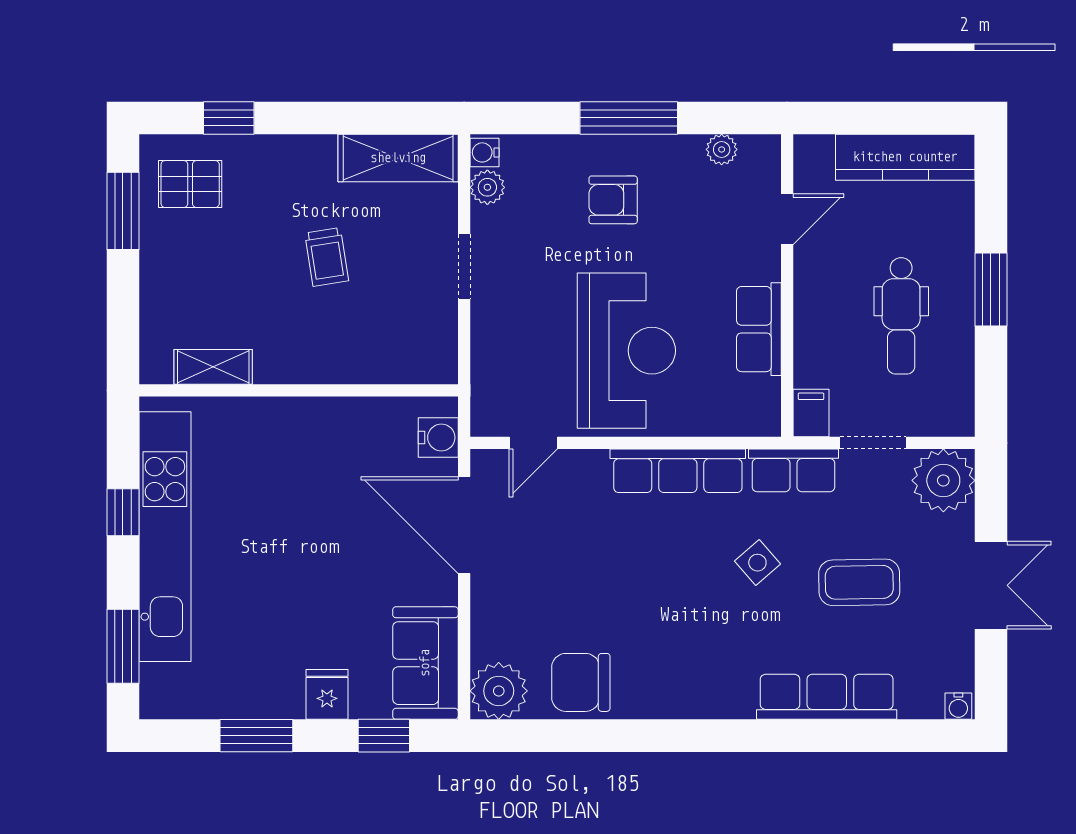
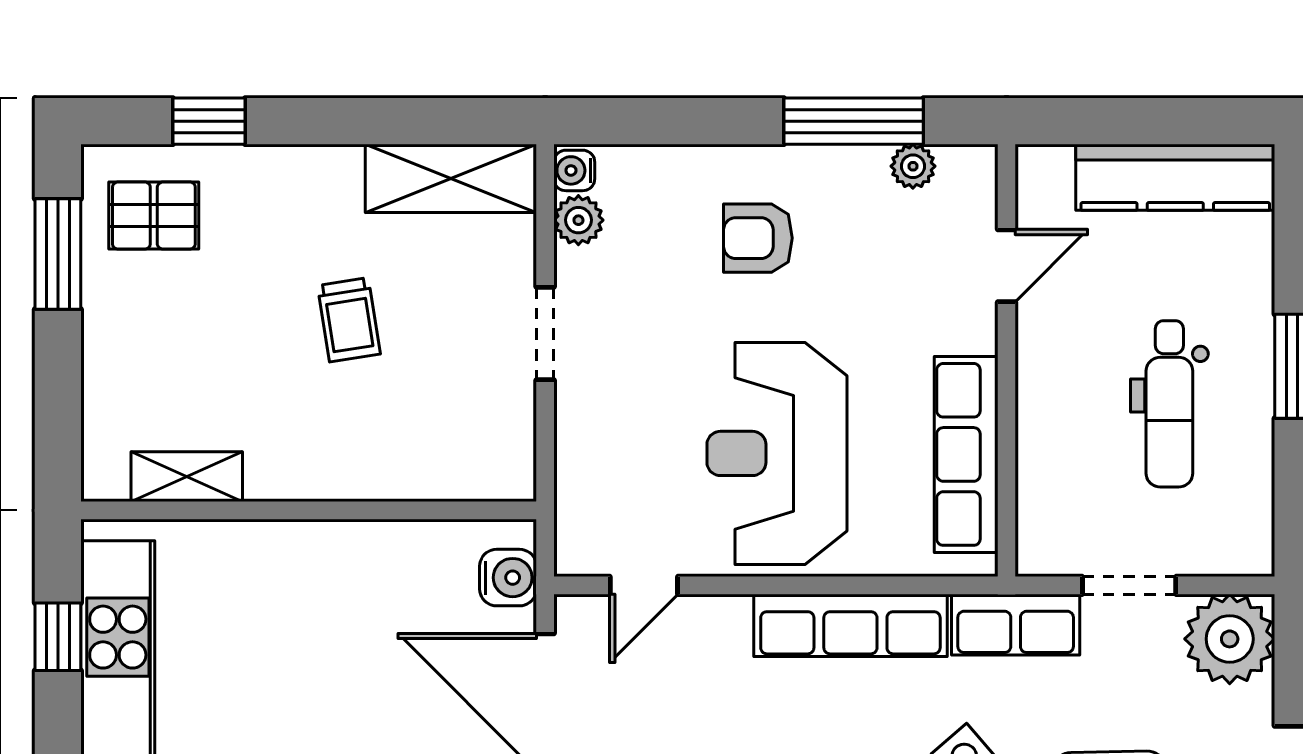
window: (629, 118) -> (854, 121), moved
row of seats: (759, 329) -> (966, 454), width x1.48
reception desk: (626, 351) -> (777, 453), turned 180
filing cabinet: (811, 413) -> (1041, 543), removed
window: (123, 512) -> (58, 637), moved

